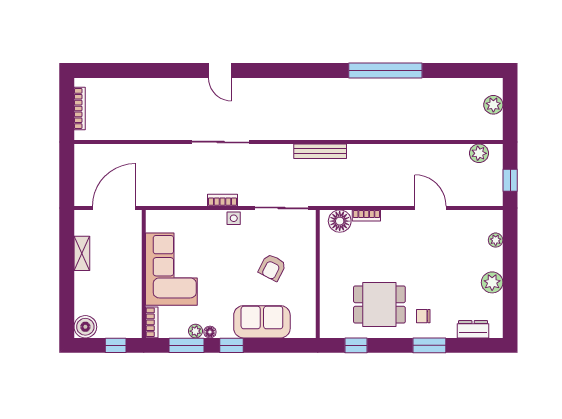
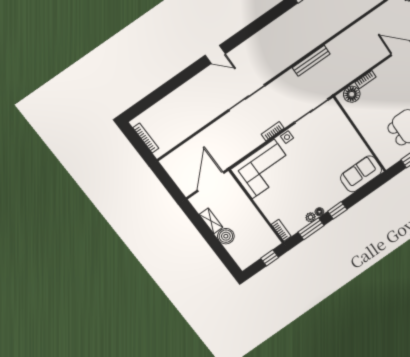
armchair: (272, 267) -> (330, 149), removed
corner sofa: (171, 269) -> (263, 169), moved, turned 90
sofa: (262, 322) -> (361, 174), moved
boiler: (85, 327) -> (226, 236), moved

